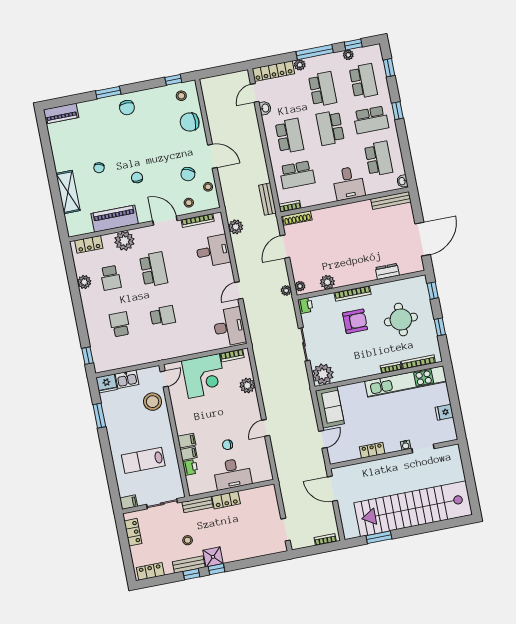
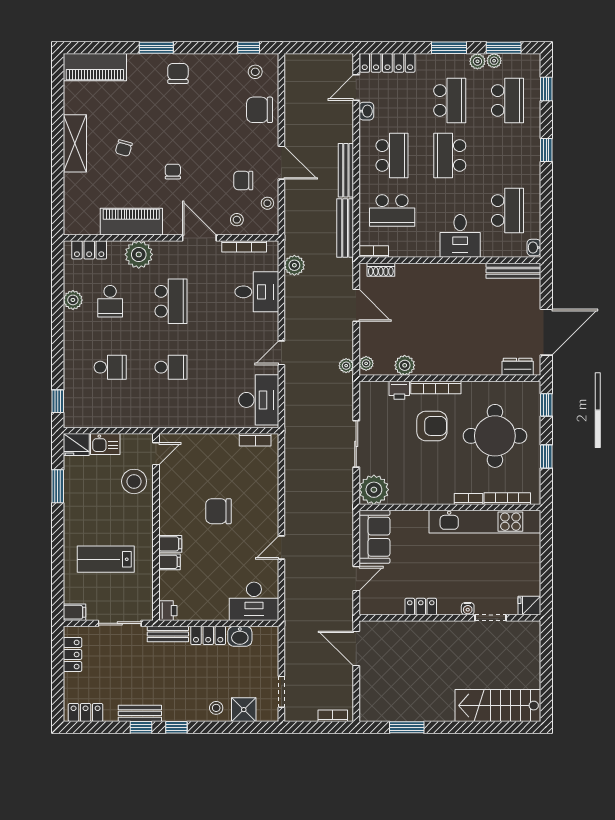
window: (353, 44) -> (504, 48), width x1.50
window: (315, 52) -> (449, 48), width x0.69
plant: (300, 65) -> (477, 61), moved
chair: (127, 108) -> (178, 73), turned 180
piano: (61, 113) -> (95, 67), width x1.37, depth x1.33
school desk: (371, 120) -> (508, 155), removed
bench: (259, 153) -> (346, 170), added
chair: (188, 174) -> (243, 180), turned 67
shelving: (68, 192) -> (75, 143), moved
bench: (267, 199) -> (345, 228), width x1.36
shoe rack: (297, 218) -> (381, 270), width x0.70
door: (285, 247) -> (356, 305), swing flipped
dresser: (387, 271) -> (518, 367), moved
printer: (305, 305) -> (399, 390), moved, turned 90
round table: (401, 319) -> (495, 436), width x1.36, depth x1.36
school desk: (120, 324) -> (110, 367), turned 90
corner desk: (204, 376) -> (211, 460), removed
plant: (247, 385) -> (268, 485), removed
fridge: (444, 412) -> (529, 606), moved
chair: (228, 445) -> (218, 511), moved, width x1.87, depth x1.87
printer: (190, 467) -> (168, 611), moved
desk: (232, 474) -> (254, 601), moved
washbasin: (249, 496) -> (240, 636), added
stairs: (413, 509) -> (498, 706), width x0.54, depth x0.66
stool: (188, 540) -> (216, 708), moved
shower: (213, 557) -> (244, 710), moved

